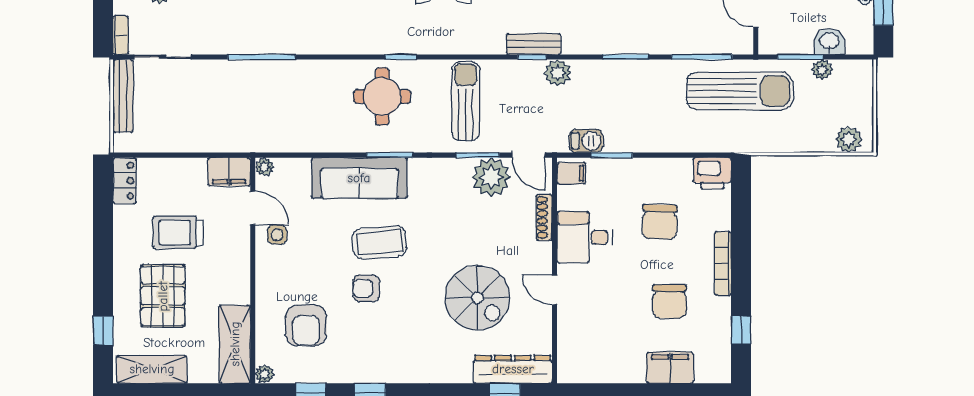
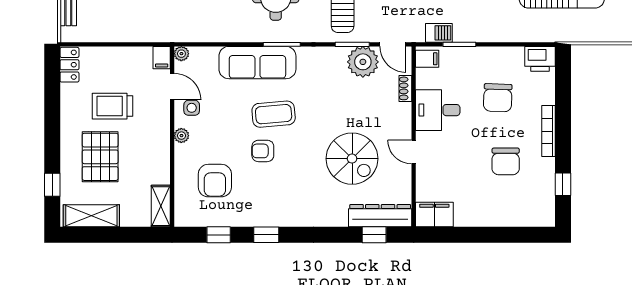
filing cabinet: (229, 172) -> (162, 58), width x0.50
shoe rack: (544, 217) -> (405, 88), width x0.70
shelving: (235, 344) -> (161, 206), width x0.67, depth x0.75
filing cabinet: (670, 368) -> (434, 214), moved
plant: (264, 374) -> (181, 136), moved

